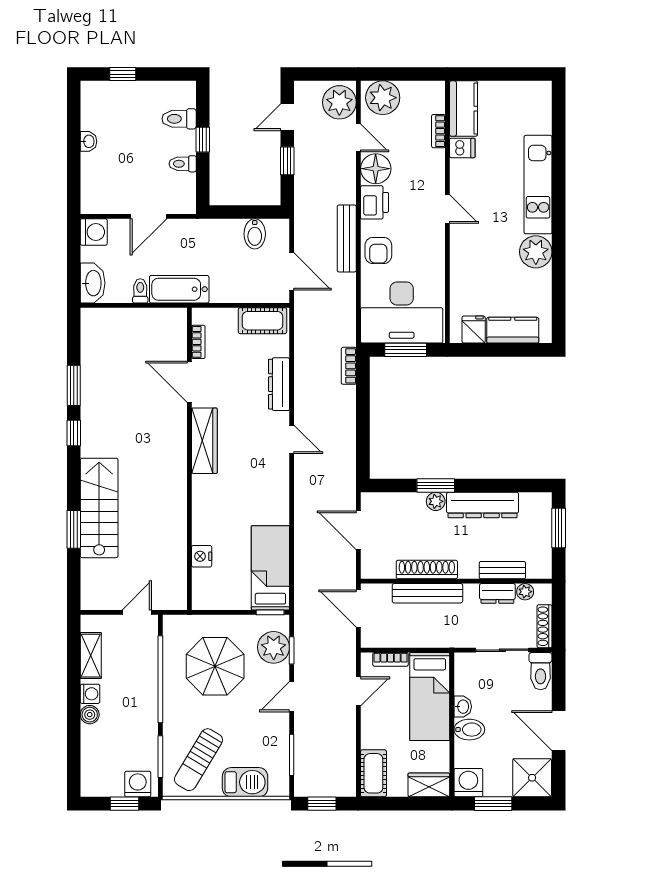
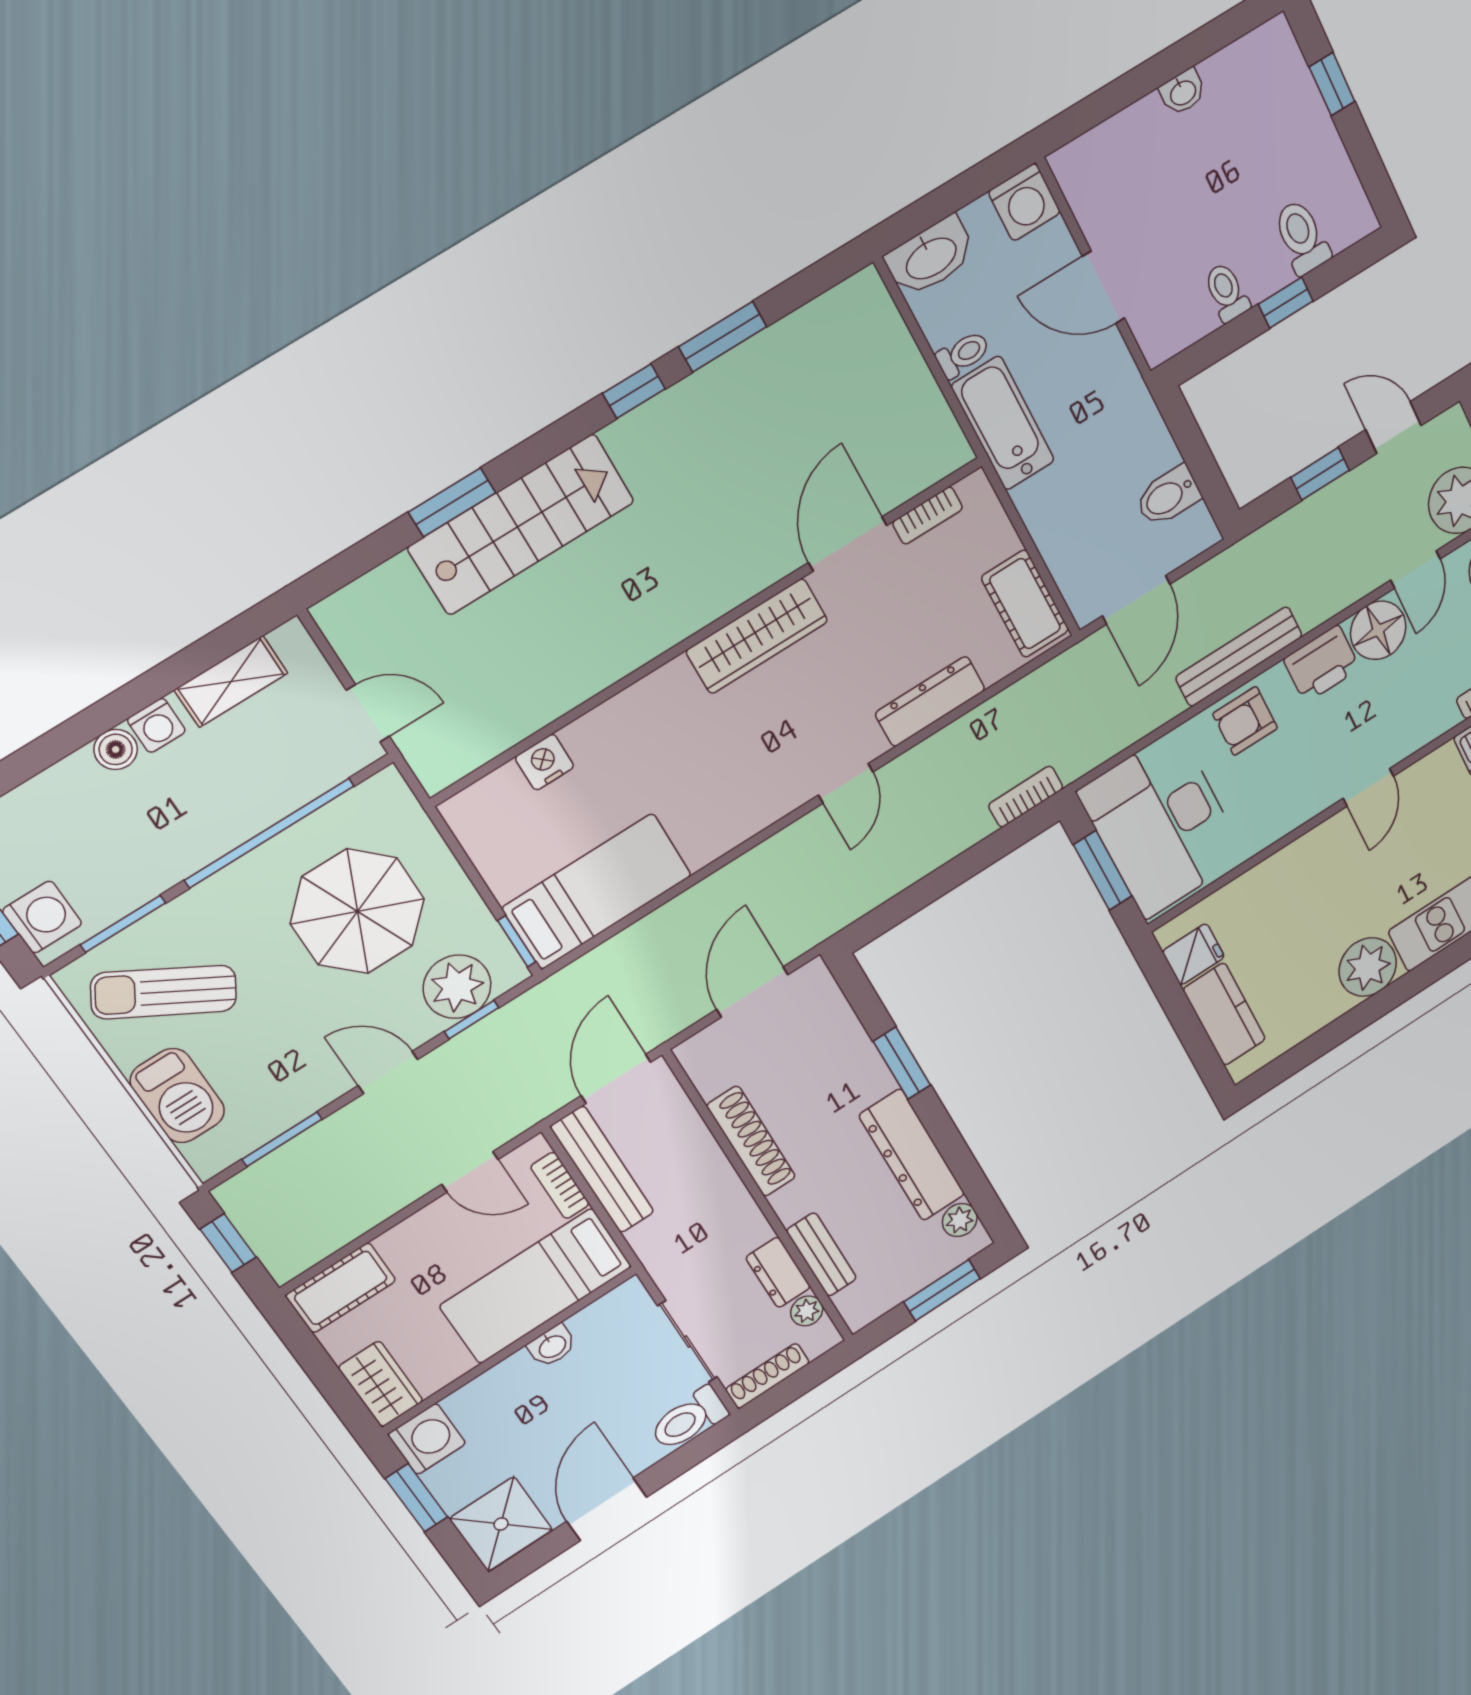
plant: (436, 501) -> (960, 1220), moved
bench: (427, 593) -> (602, 1170), moved
bidet: (469, 730) -> (519, 1381), removed

